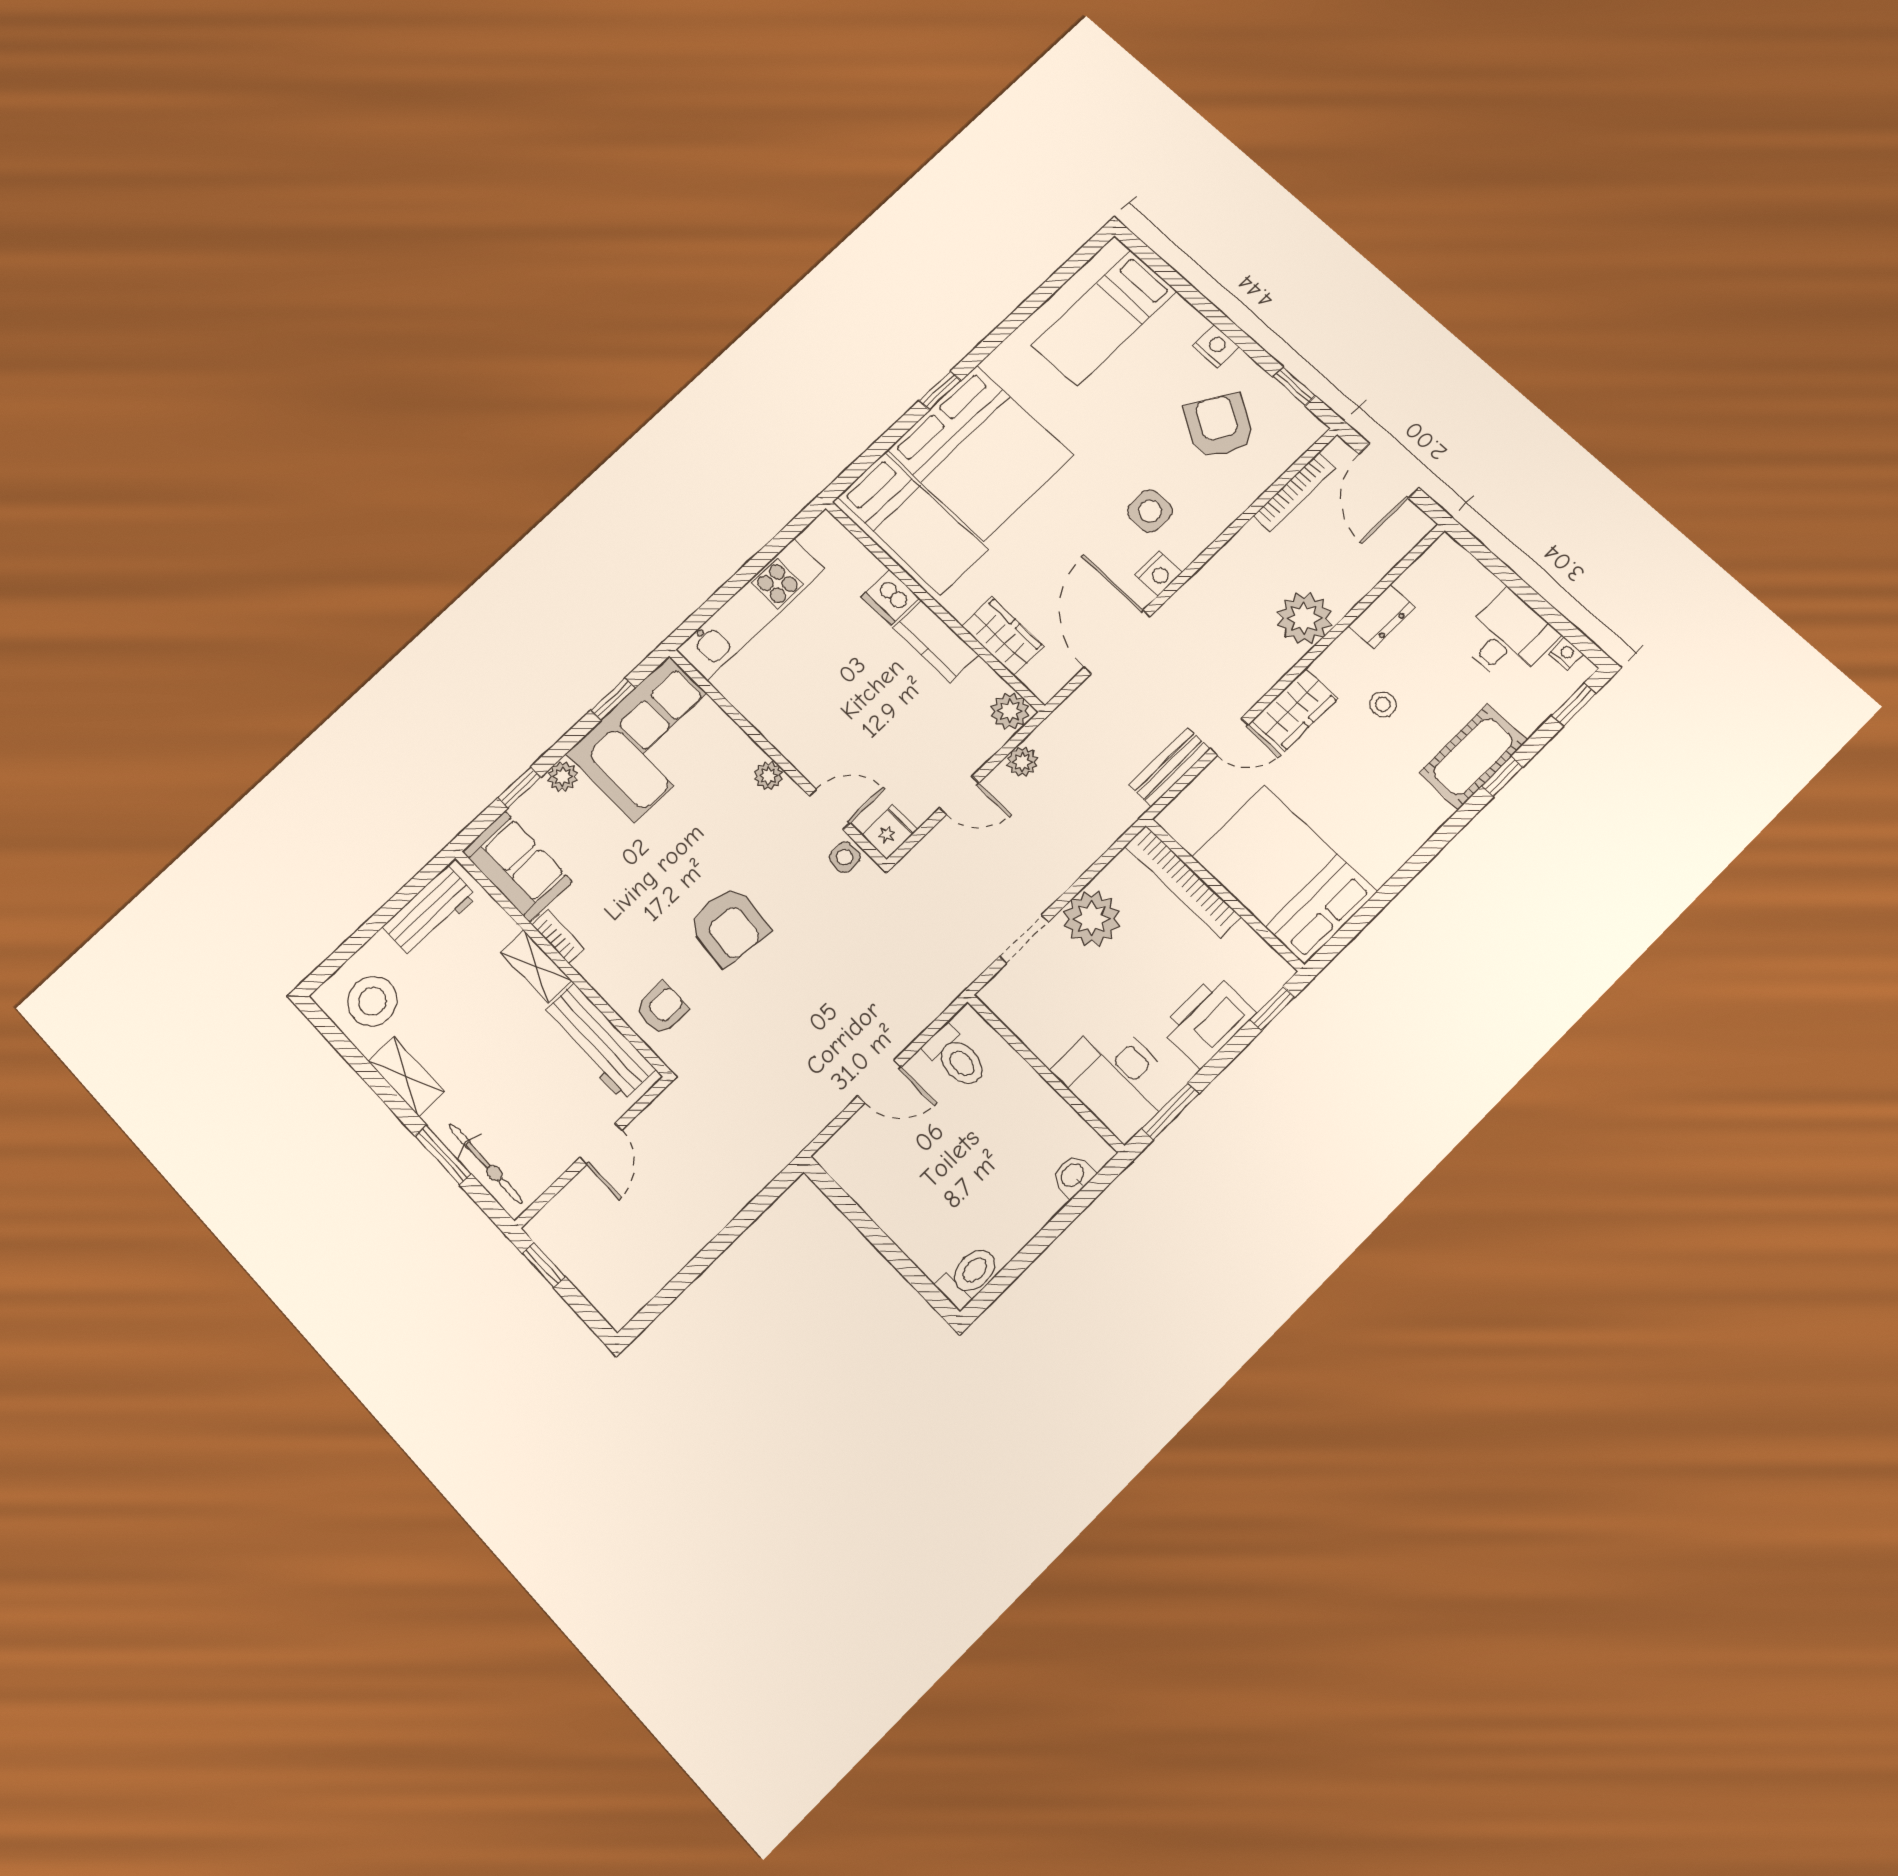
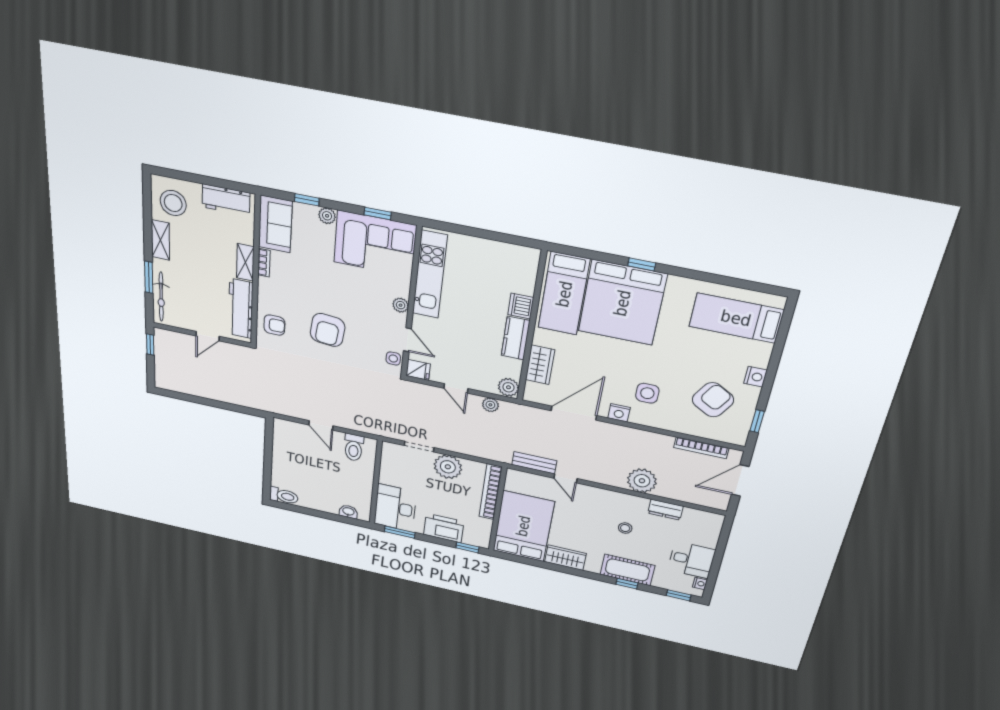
kitchen unit: (750, 609) -> (430, 275), moved, turned -90
wardrobe: (1295, 710) -> (565, 558), moved, turned 180

